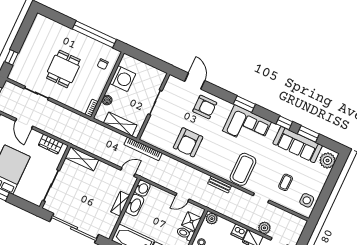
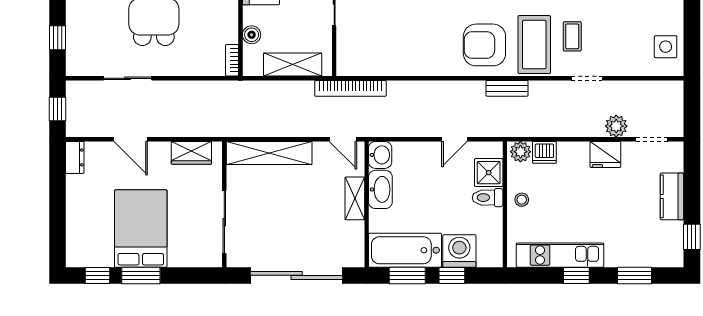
armchair: (188, 142) -> (484, 45), moved, turned 90
shelving: (82, 159) -> (269, 153), width x1.47
door: (128, 172) -> (343, 139), swing flipped
coffee table: (286, 182) -> (572, 36), moved
dishwasher: (239, 232) -> (544, 152), moved

